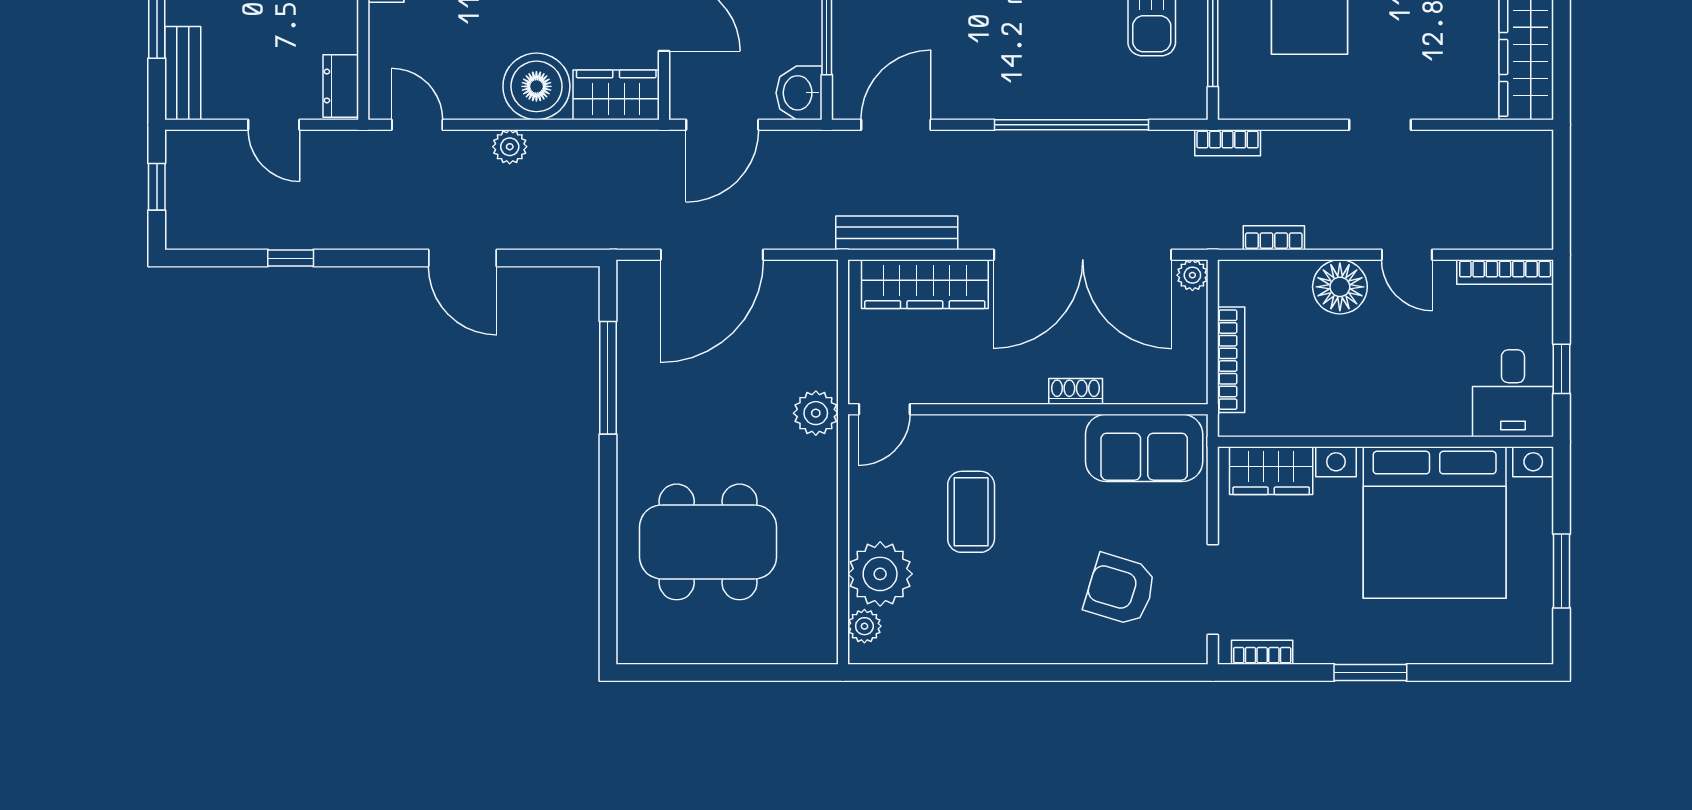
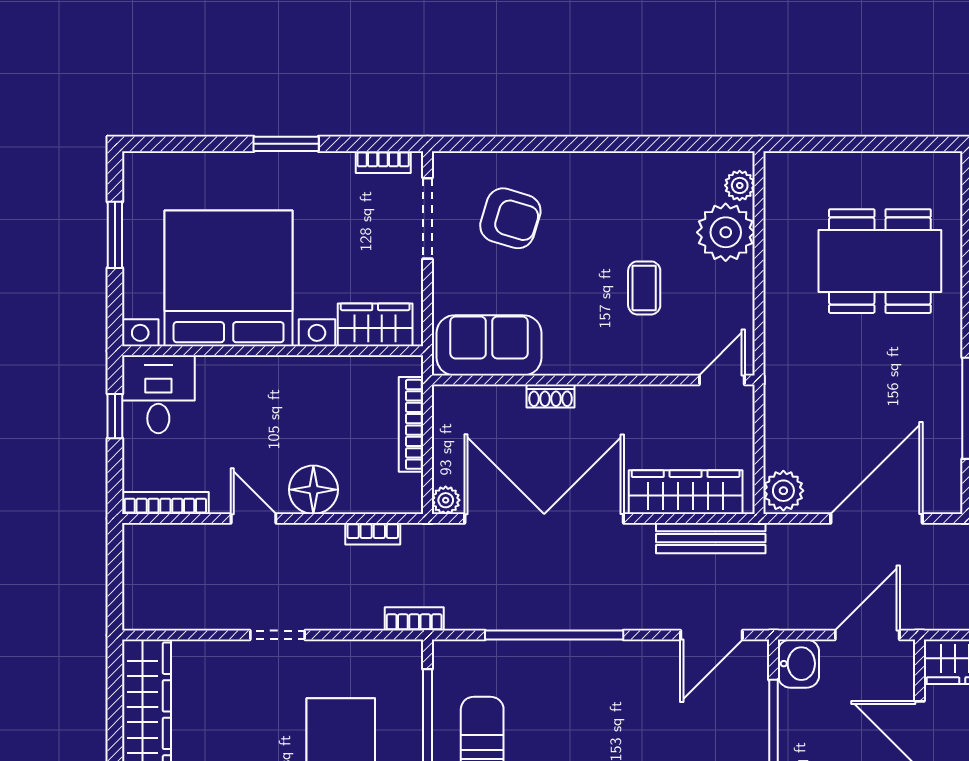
plant: (816, 413) -> (783, 491), moved
coffee table: (971, 512) -> (644, 288), width x0.73, depth x0.77

